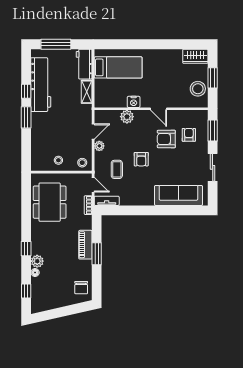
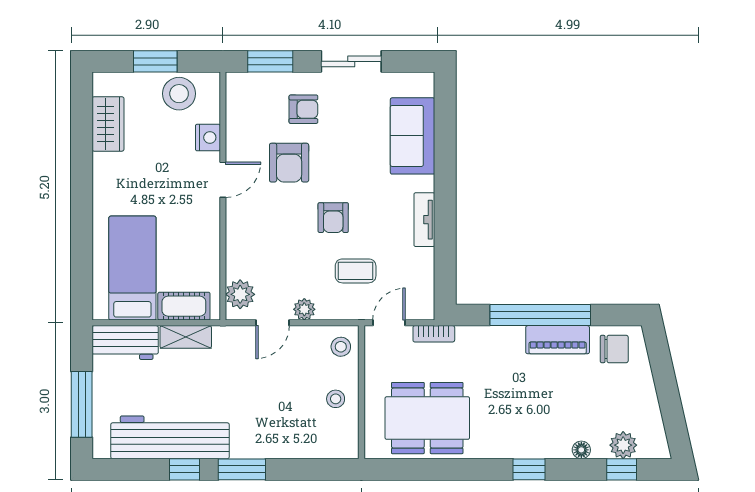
wardrobe: (195, 56) -> (108, 124), moved
cot: (101, 91) -> (184, 306), added
nightstand: (134, 102) -> (208, 138), moved
plant: (127, 117) -> (240, 294), moved
door: (93, 131) -> (272, 323), swing flipped
armchair: (189, 135) -> (303, 109), moved, turned 180
armchair: (141, 159) -> (333, 218), turned 90
sofa: (179, 195) -> (413, 136), width x0.73
tv unit: (107, 201) -> (424, 220), moved
piano: (85, 245) -> (558, 340), moved
window: (97, 254) -> (540, 315), width x2.11
plant: (37, 261) -> (623, 445), moved

